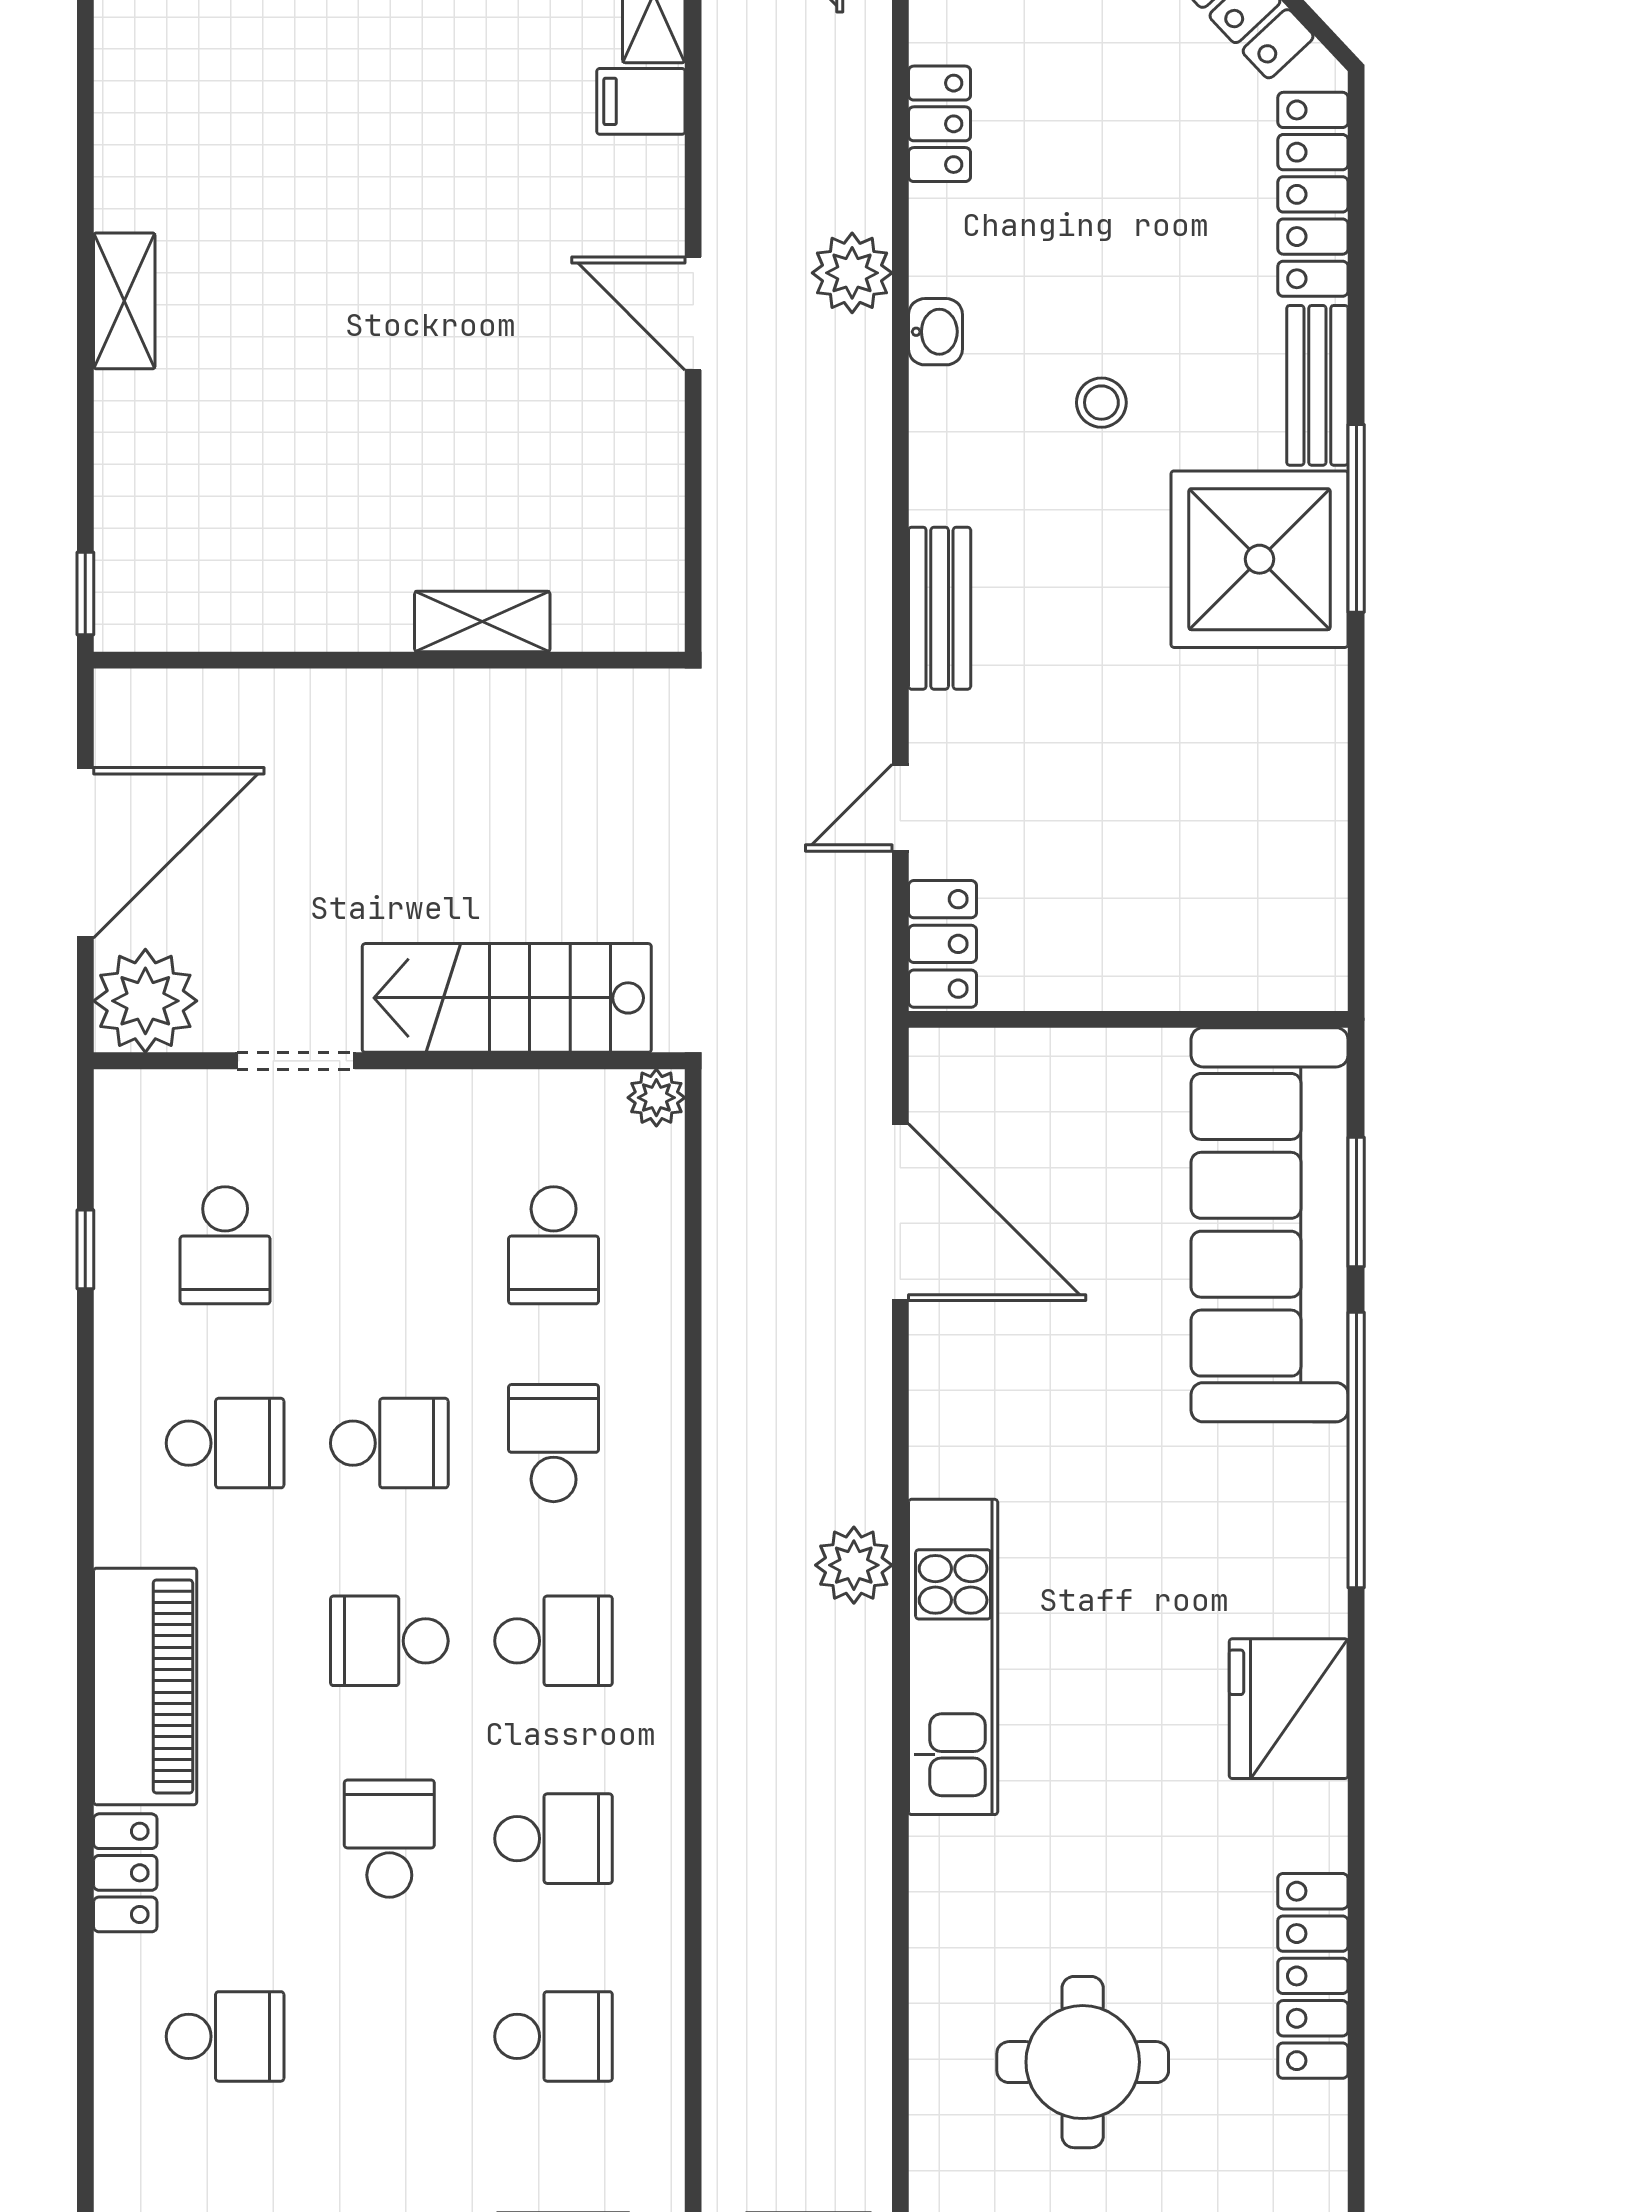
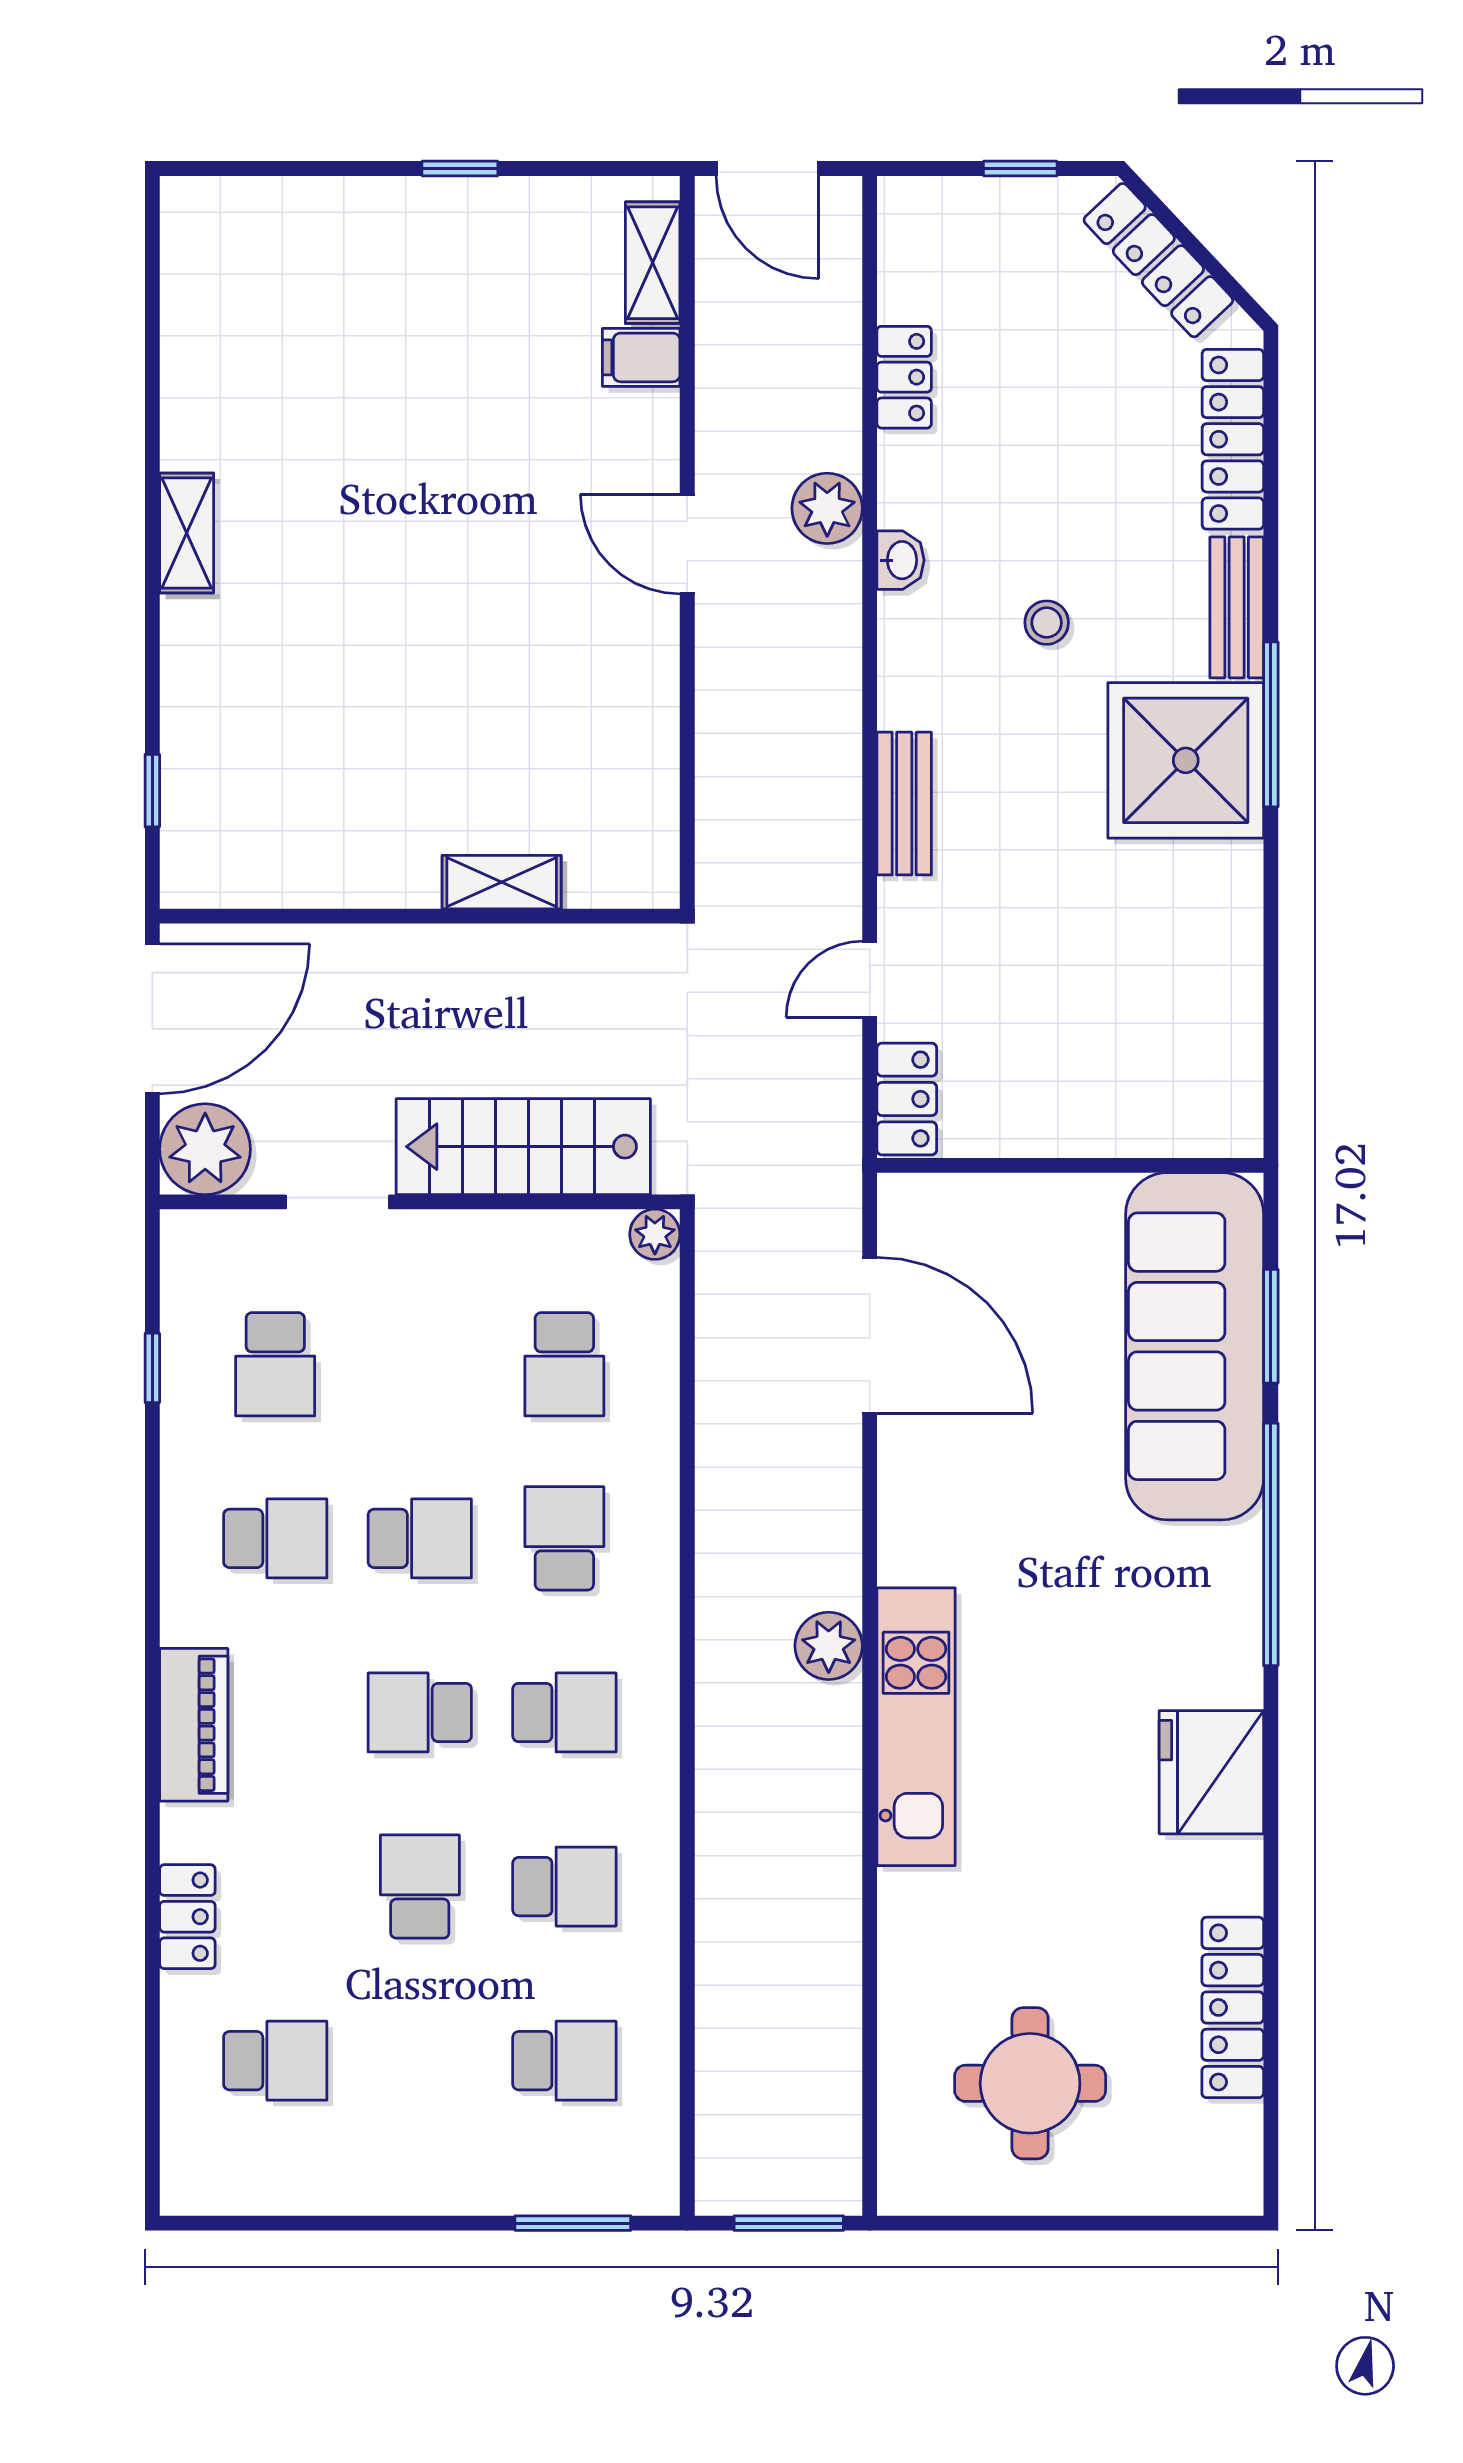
shelving: (482, 621) -> (502, 882), moved
wall: (389, 660) -> (420, 916), moved
piano: (145, 1686) -> (194, 1725), width x0.73, depth x0.75

